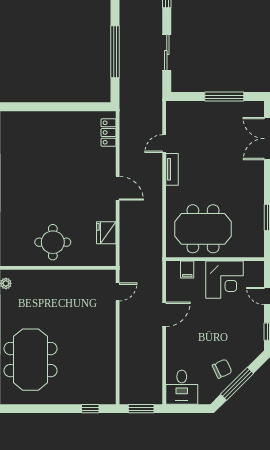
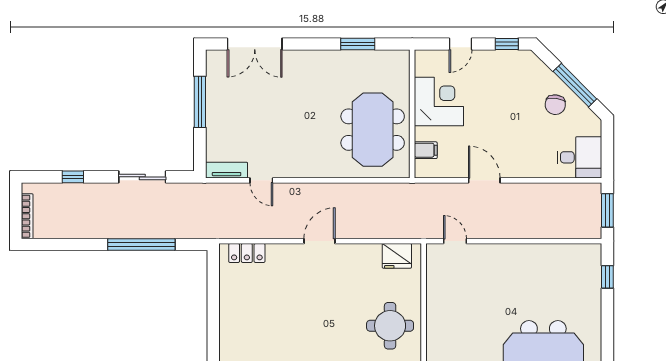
tv unit: (172, 169) -> (227, 170), moved
fridge: (106, 233) -> (397, 256), moved
chair: (222, 369) -> (555, 105), turned -148

